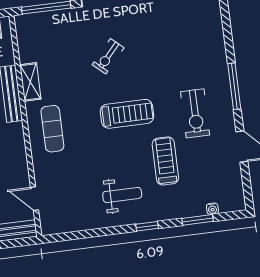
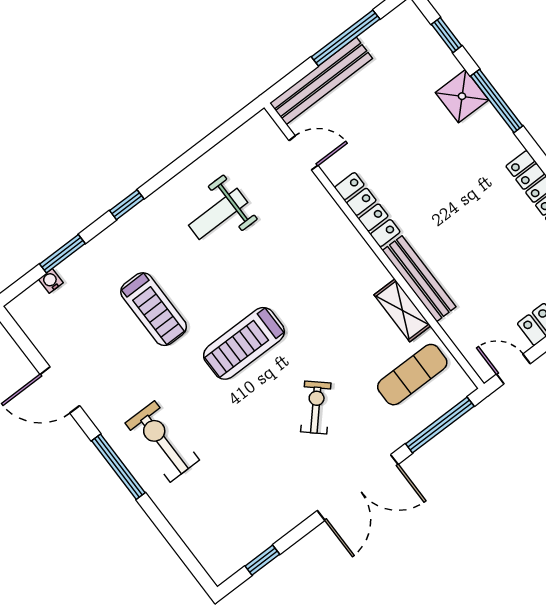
exercise bike: (195, 113) -> (162, 442), moved
exercise mat: (52, 129) -> (412, 375), moved, turned 90
locker: (18, 148) -> (367, 210), added
weight bench: (122, 195) -> (218, 214), moved

